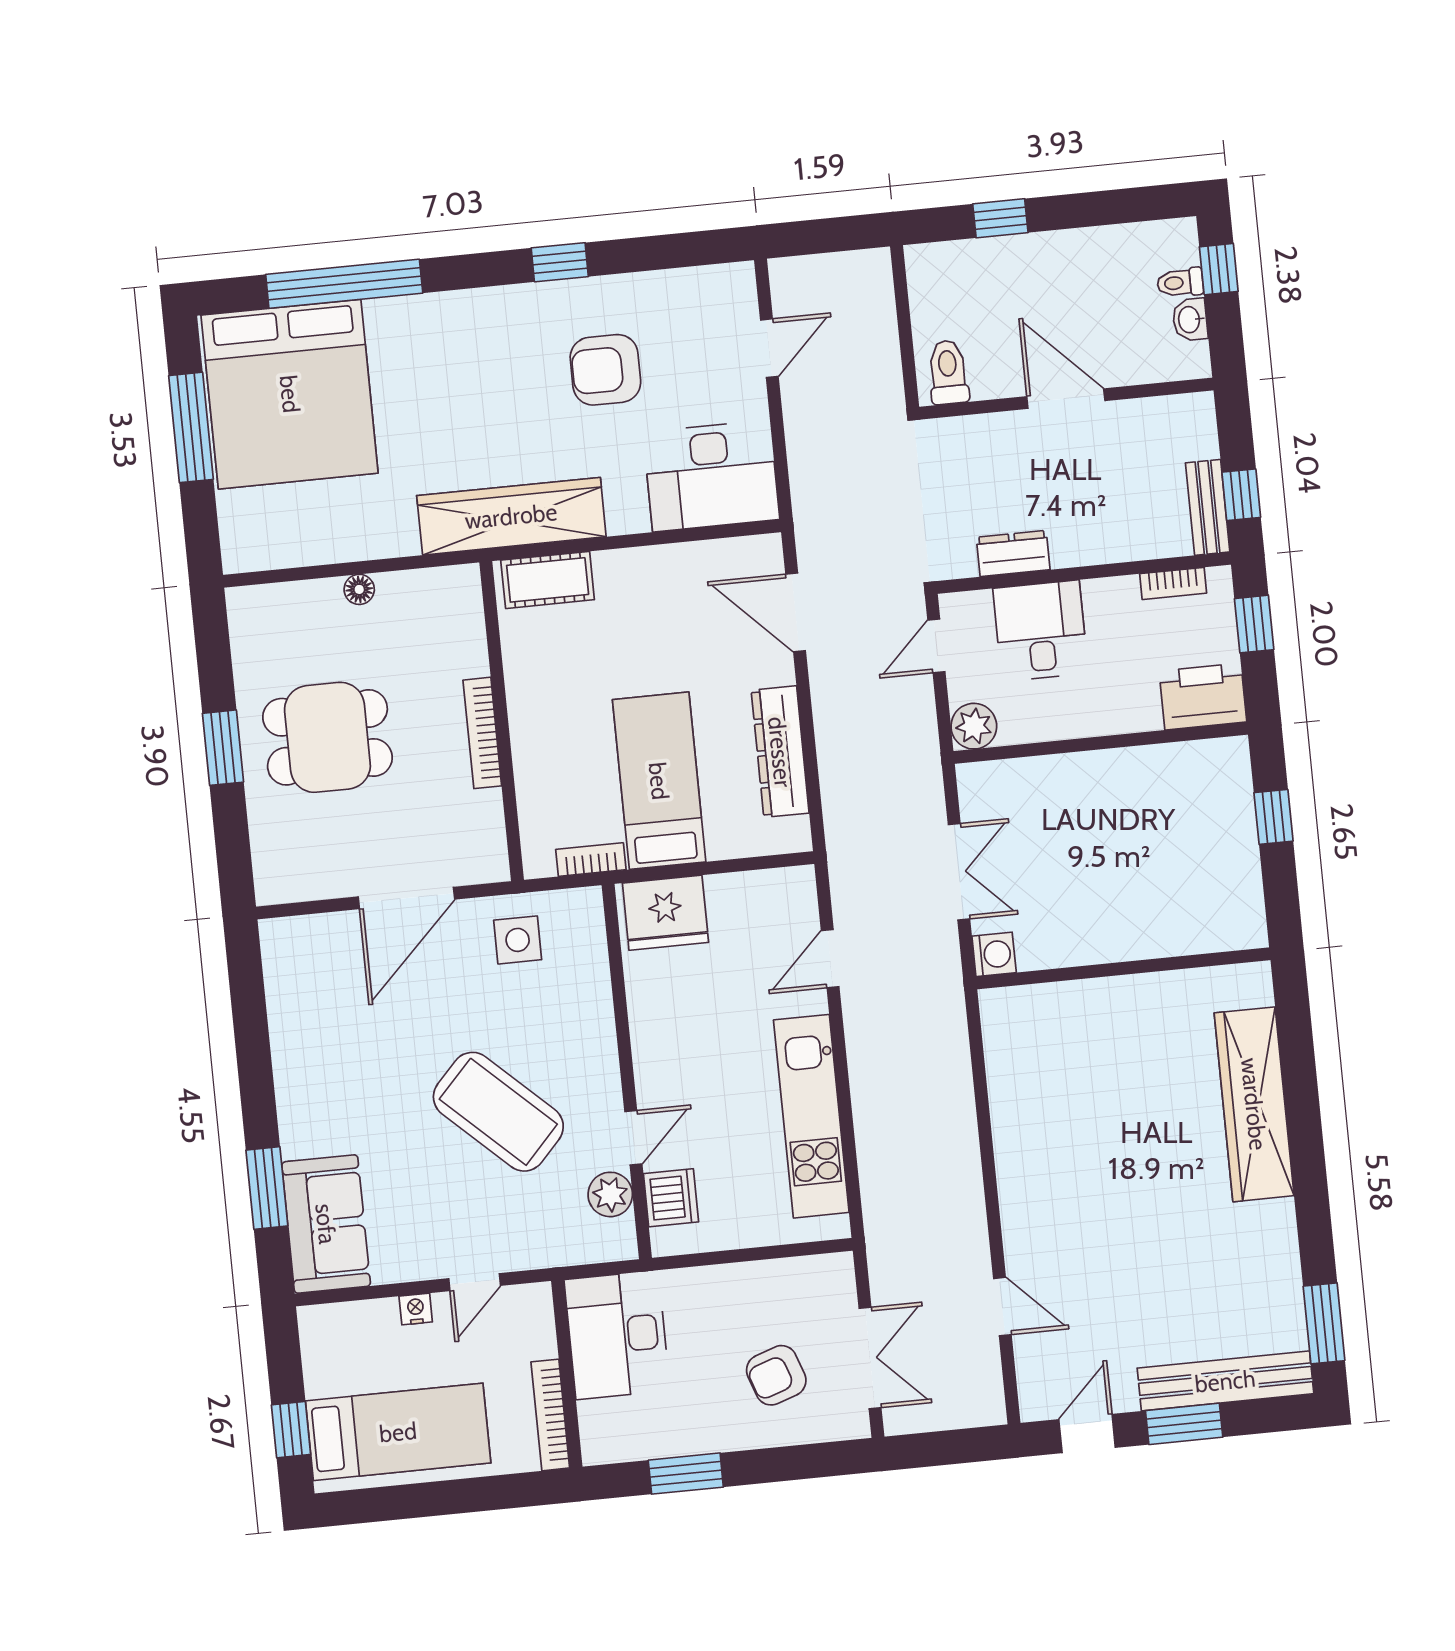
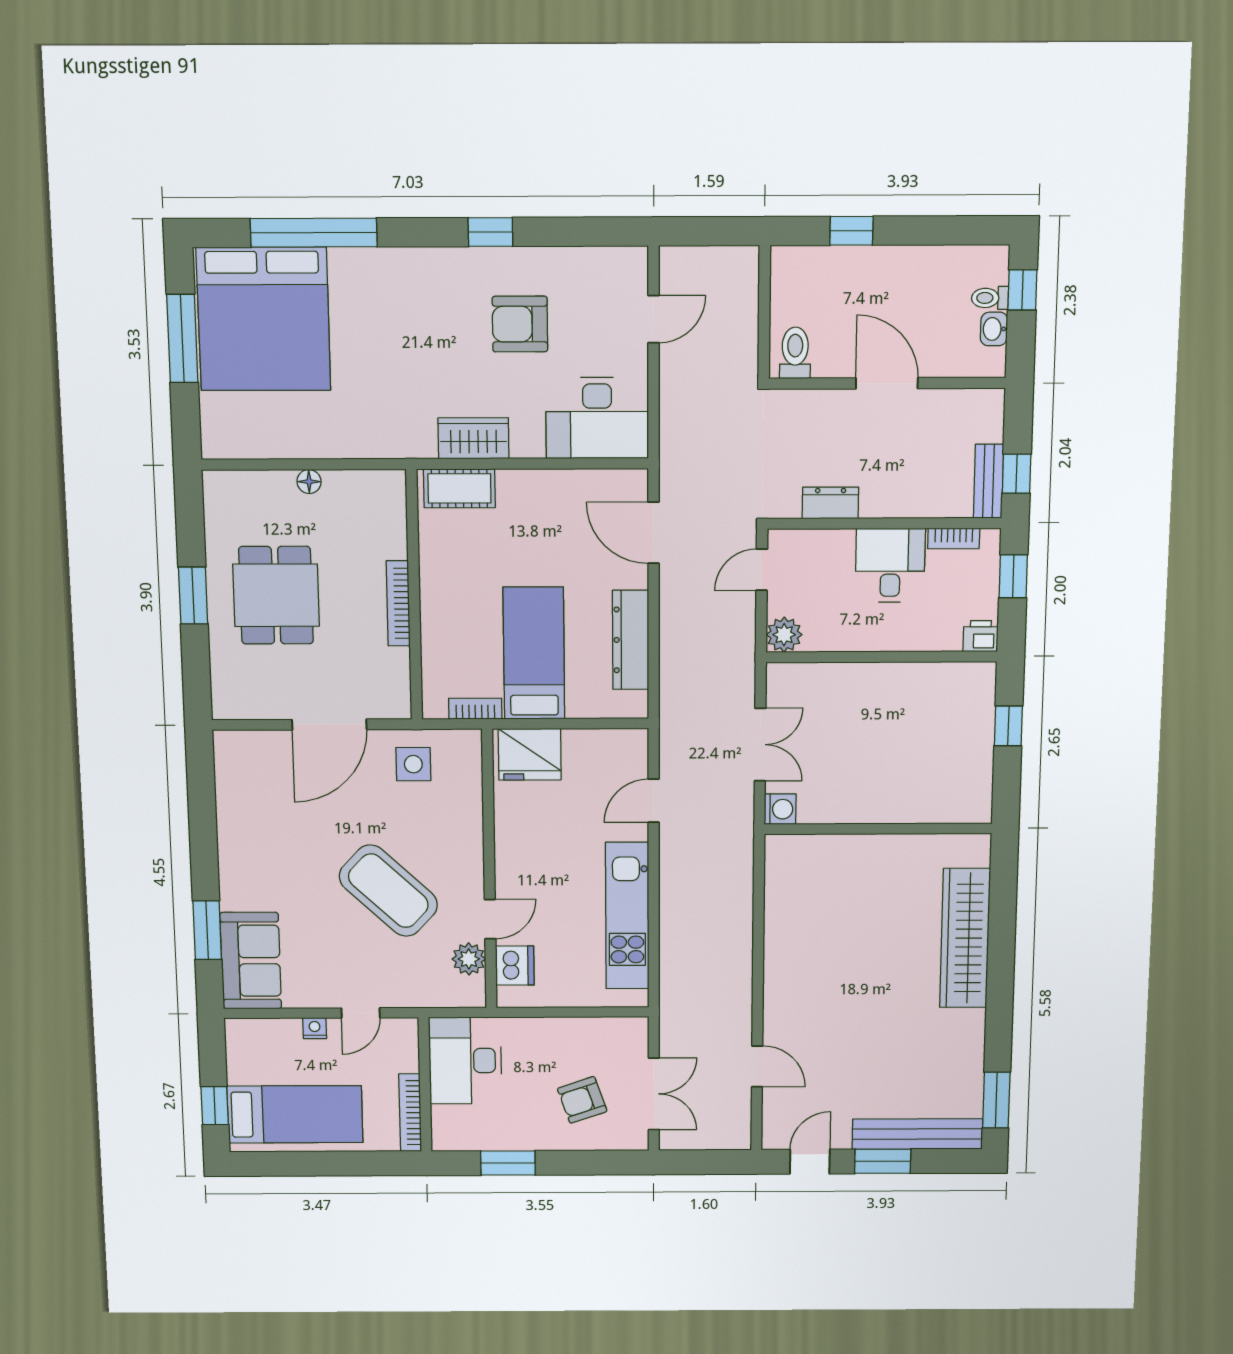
wardrobe: (511, 516) -> (473, 438), width x0.48, depth x0.85
desk: (1041, 631) -> (890, 565), moved
printer: (1203, 697) -> (981, 636), width x0.53, depth x0.68
dining table: (327, 737) -> (276, 595), turned 90

